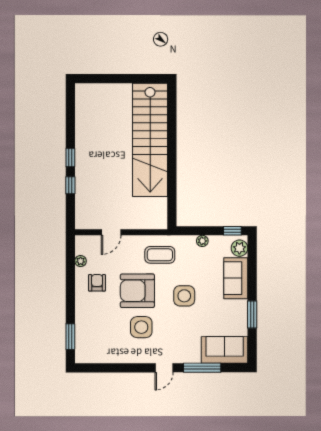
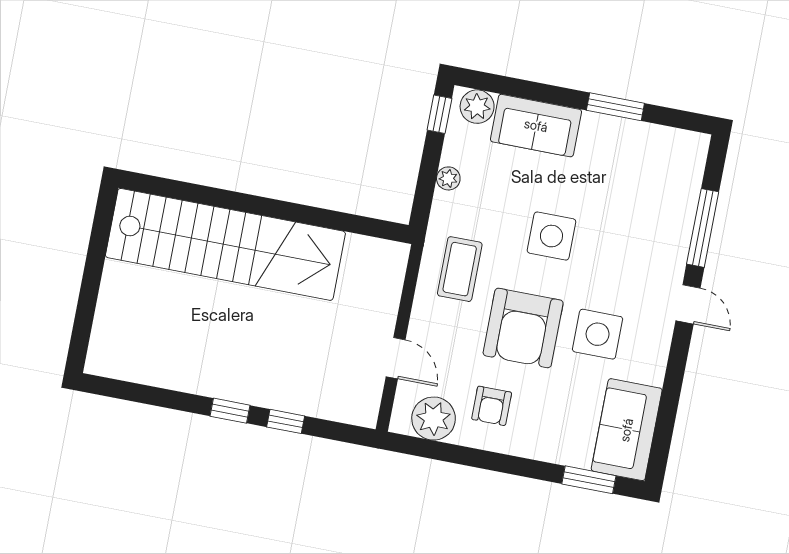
plant: (81, 261) -> (434, 419), width x1.87, depth x1.87
armchair: (97, 283) -> (492, 406), turned -90
sofa: (225, 350) -> (627, 430), moved

